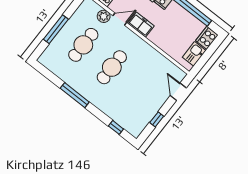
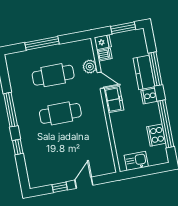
cooker: (207, 38) -> (156, 135), moved, turned -90
door: (178, 92) -> (84, 183), moved
window: (116, 127) -> (18, 147), moved

